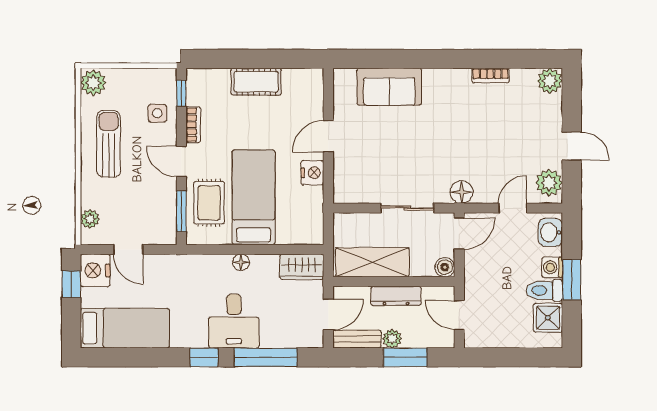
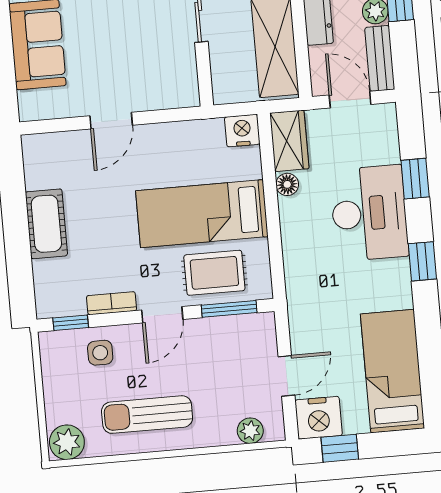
door: (328, 136) -> (111, 121), hinge flipped
nightstand: (312, 173) -> (242, 131), moved
floor lamp: (241, 262) -> (287, 184), moved
desk: (234, 321) -> (369, 213), width x1.37
window: (266, 357) -> (415, 179), width x0.46

